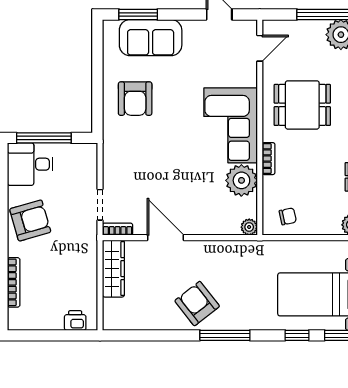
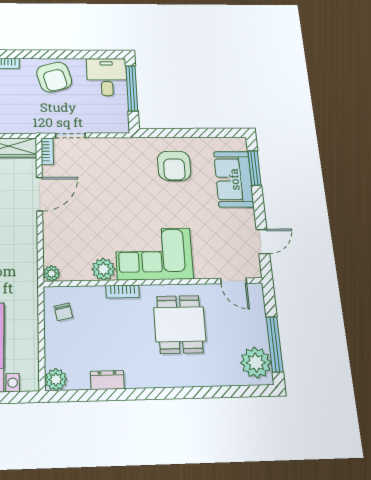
armchair: (135, 99) -> (174, 166), turned -90
plant: (241, 180) -> (103, 269), width x0.73, depth x0.73

